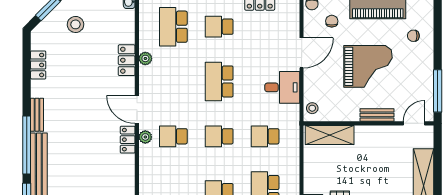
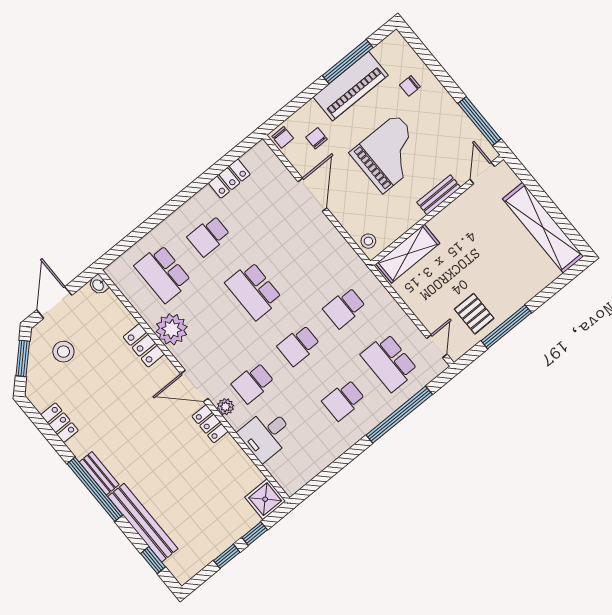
plant: (145, 58) -> (172, 329), width x1.87, depth x1.87
desk: (282, 87) -> (266, 434), moved, turned 180
window: (27, 145) -> (95, 489), moved

